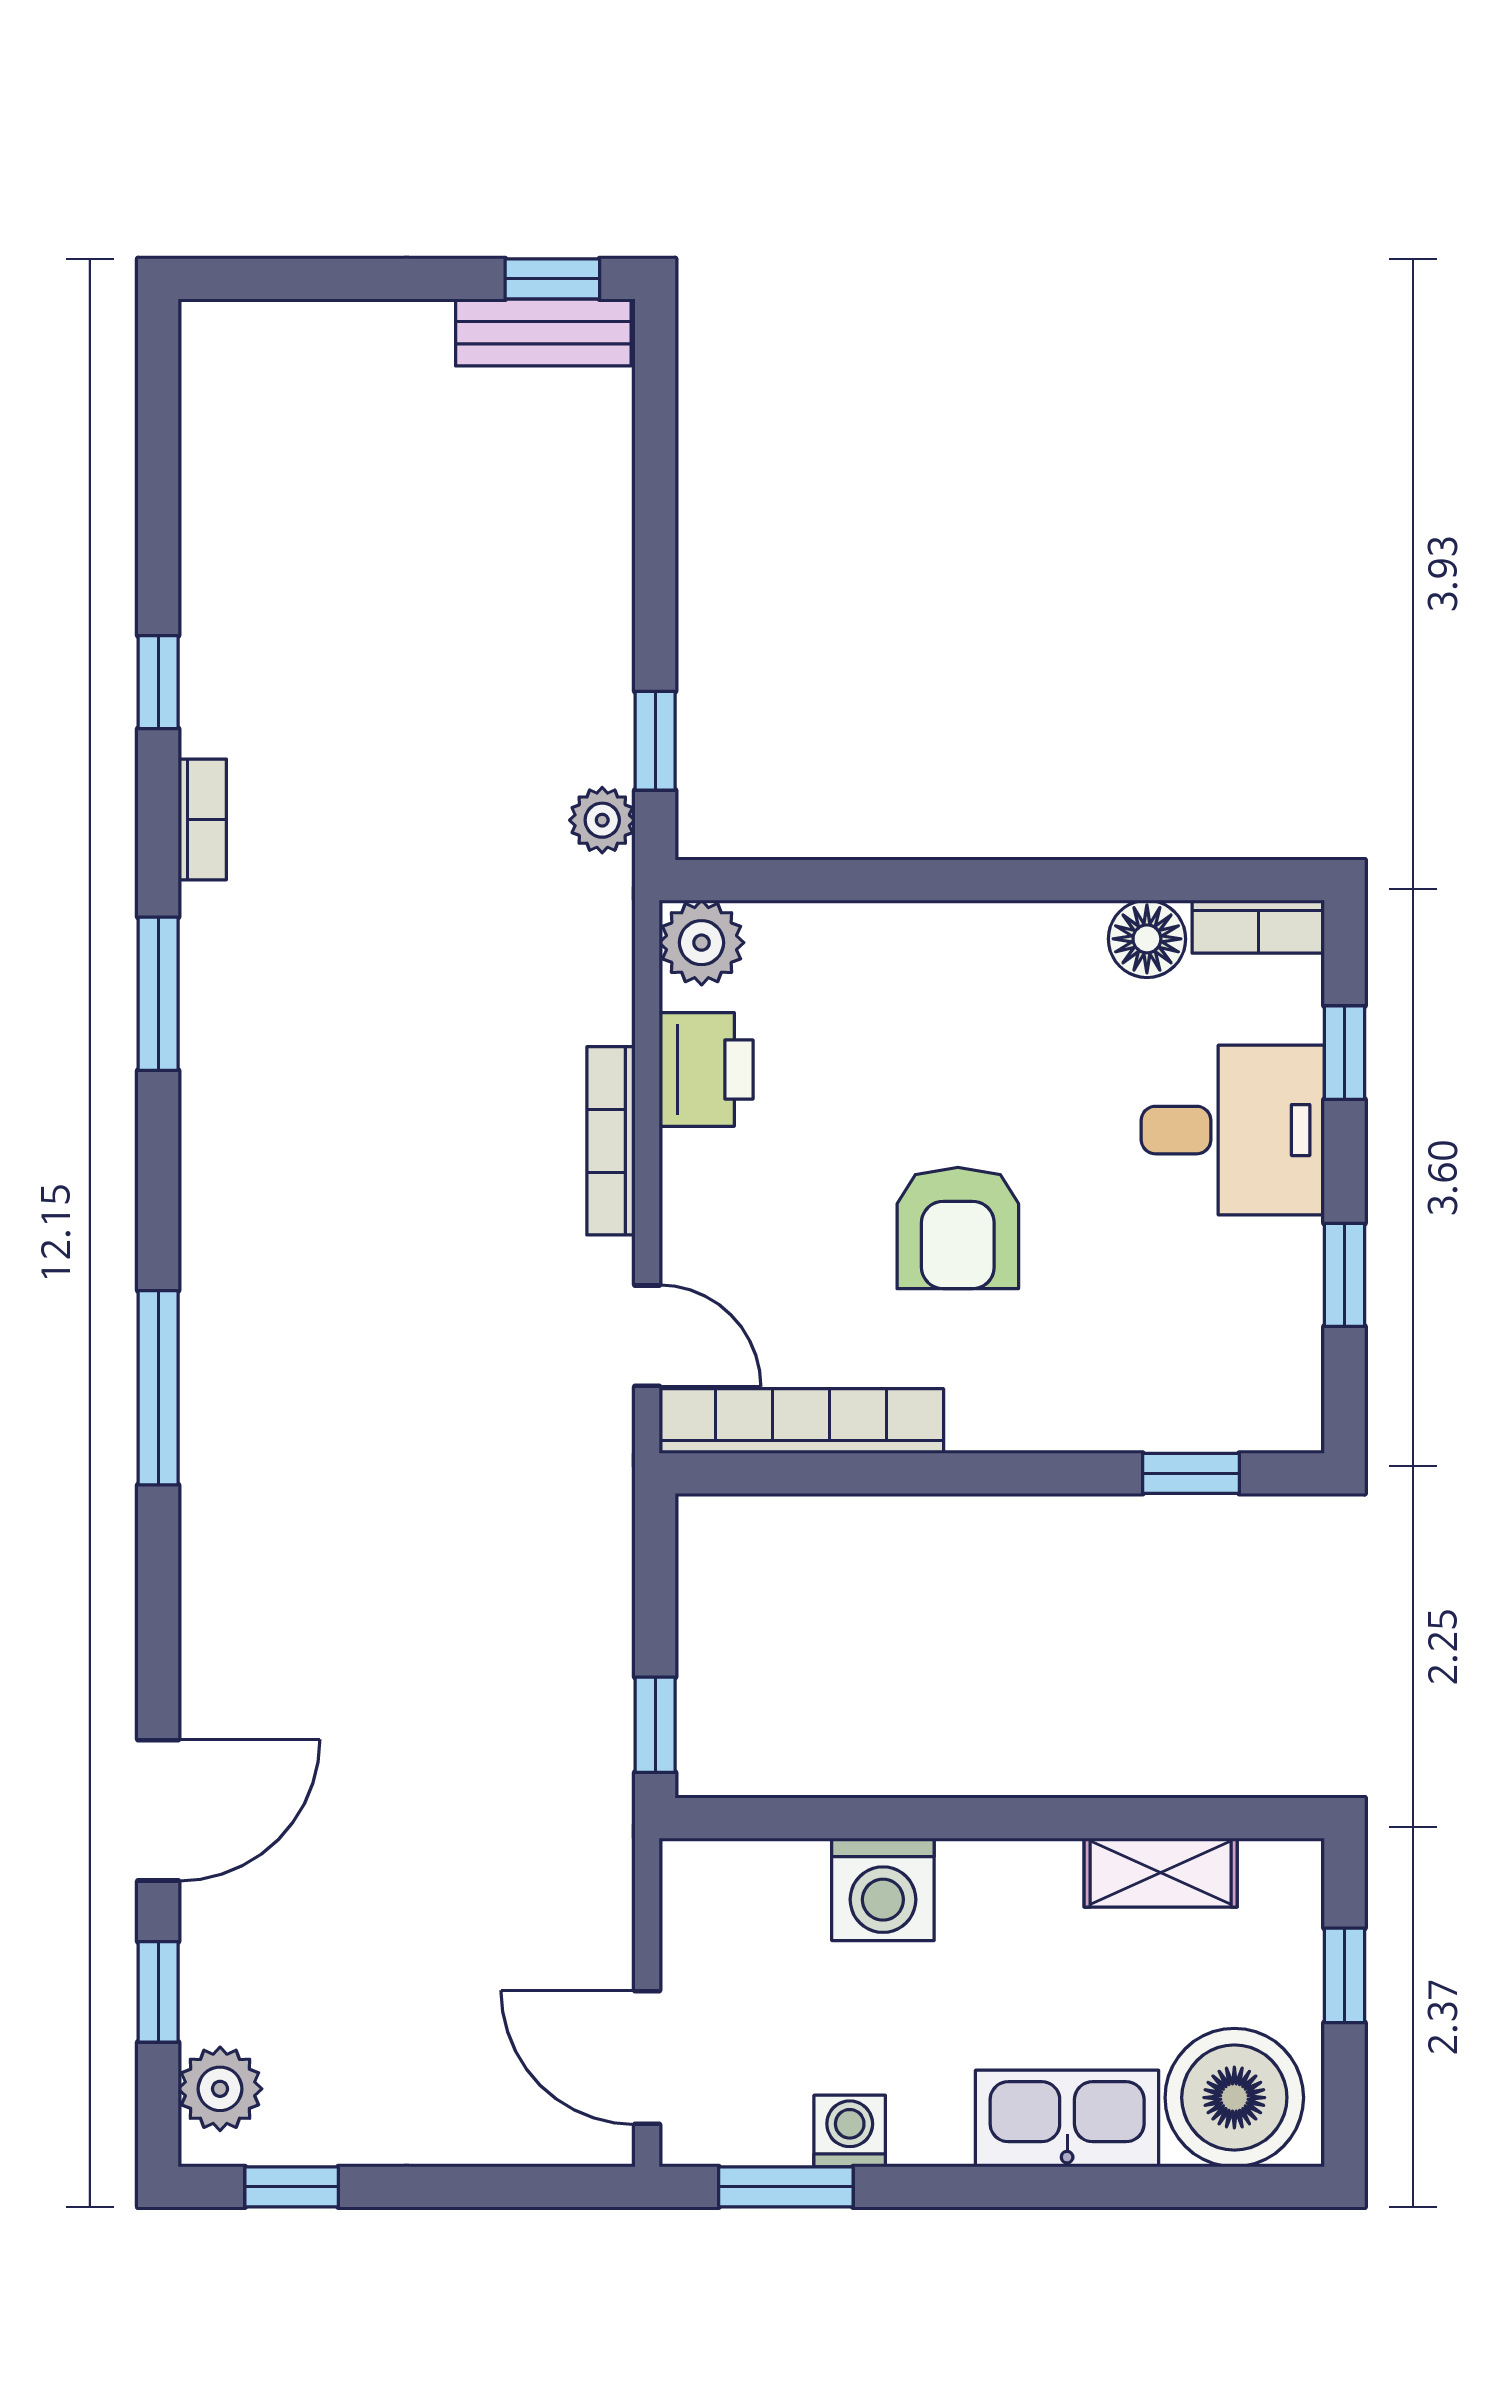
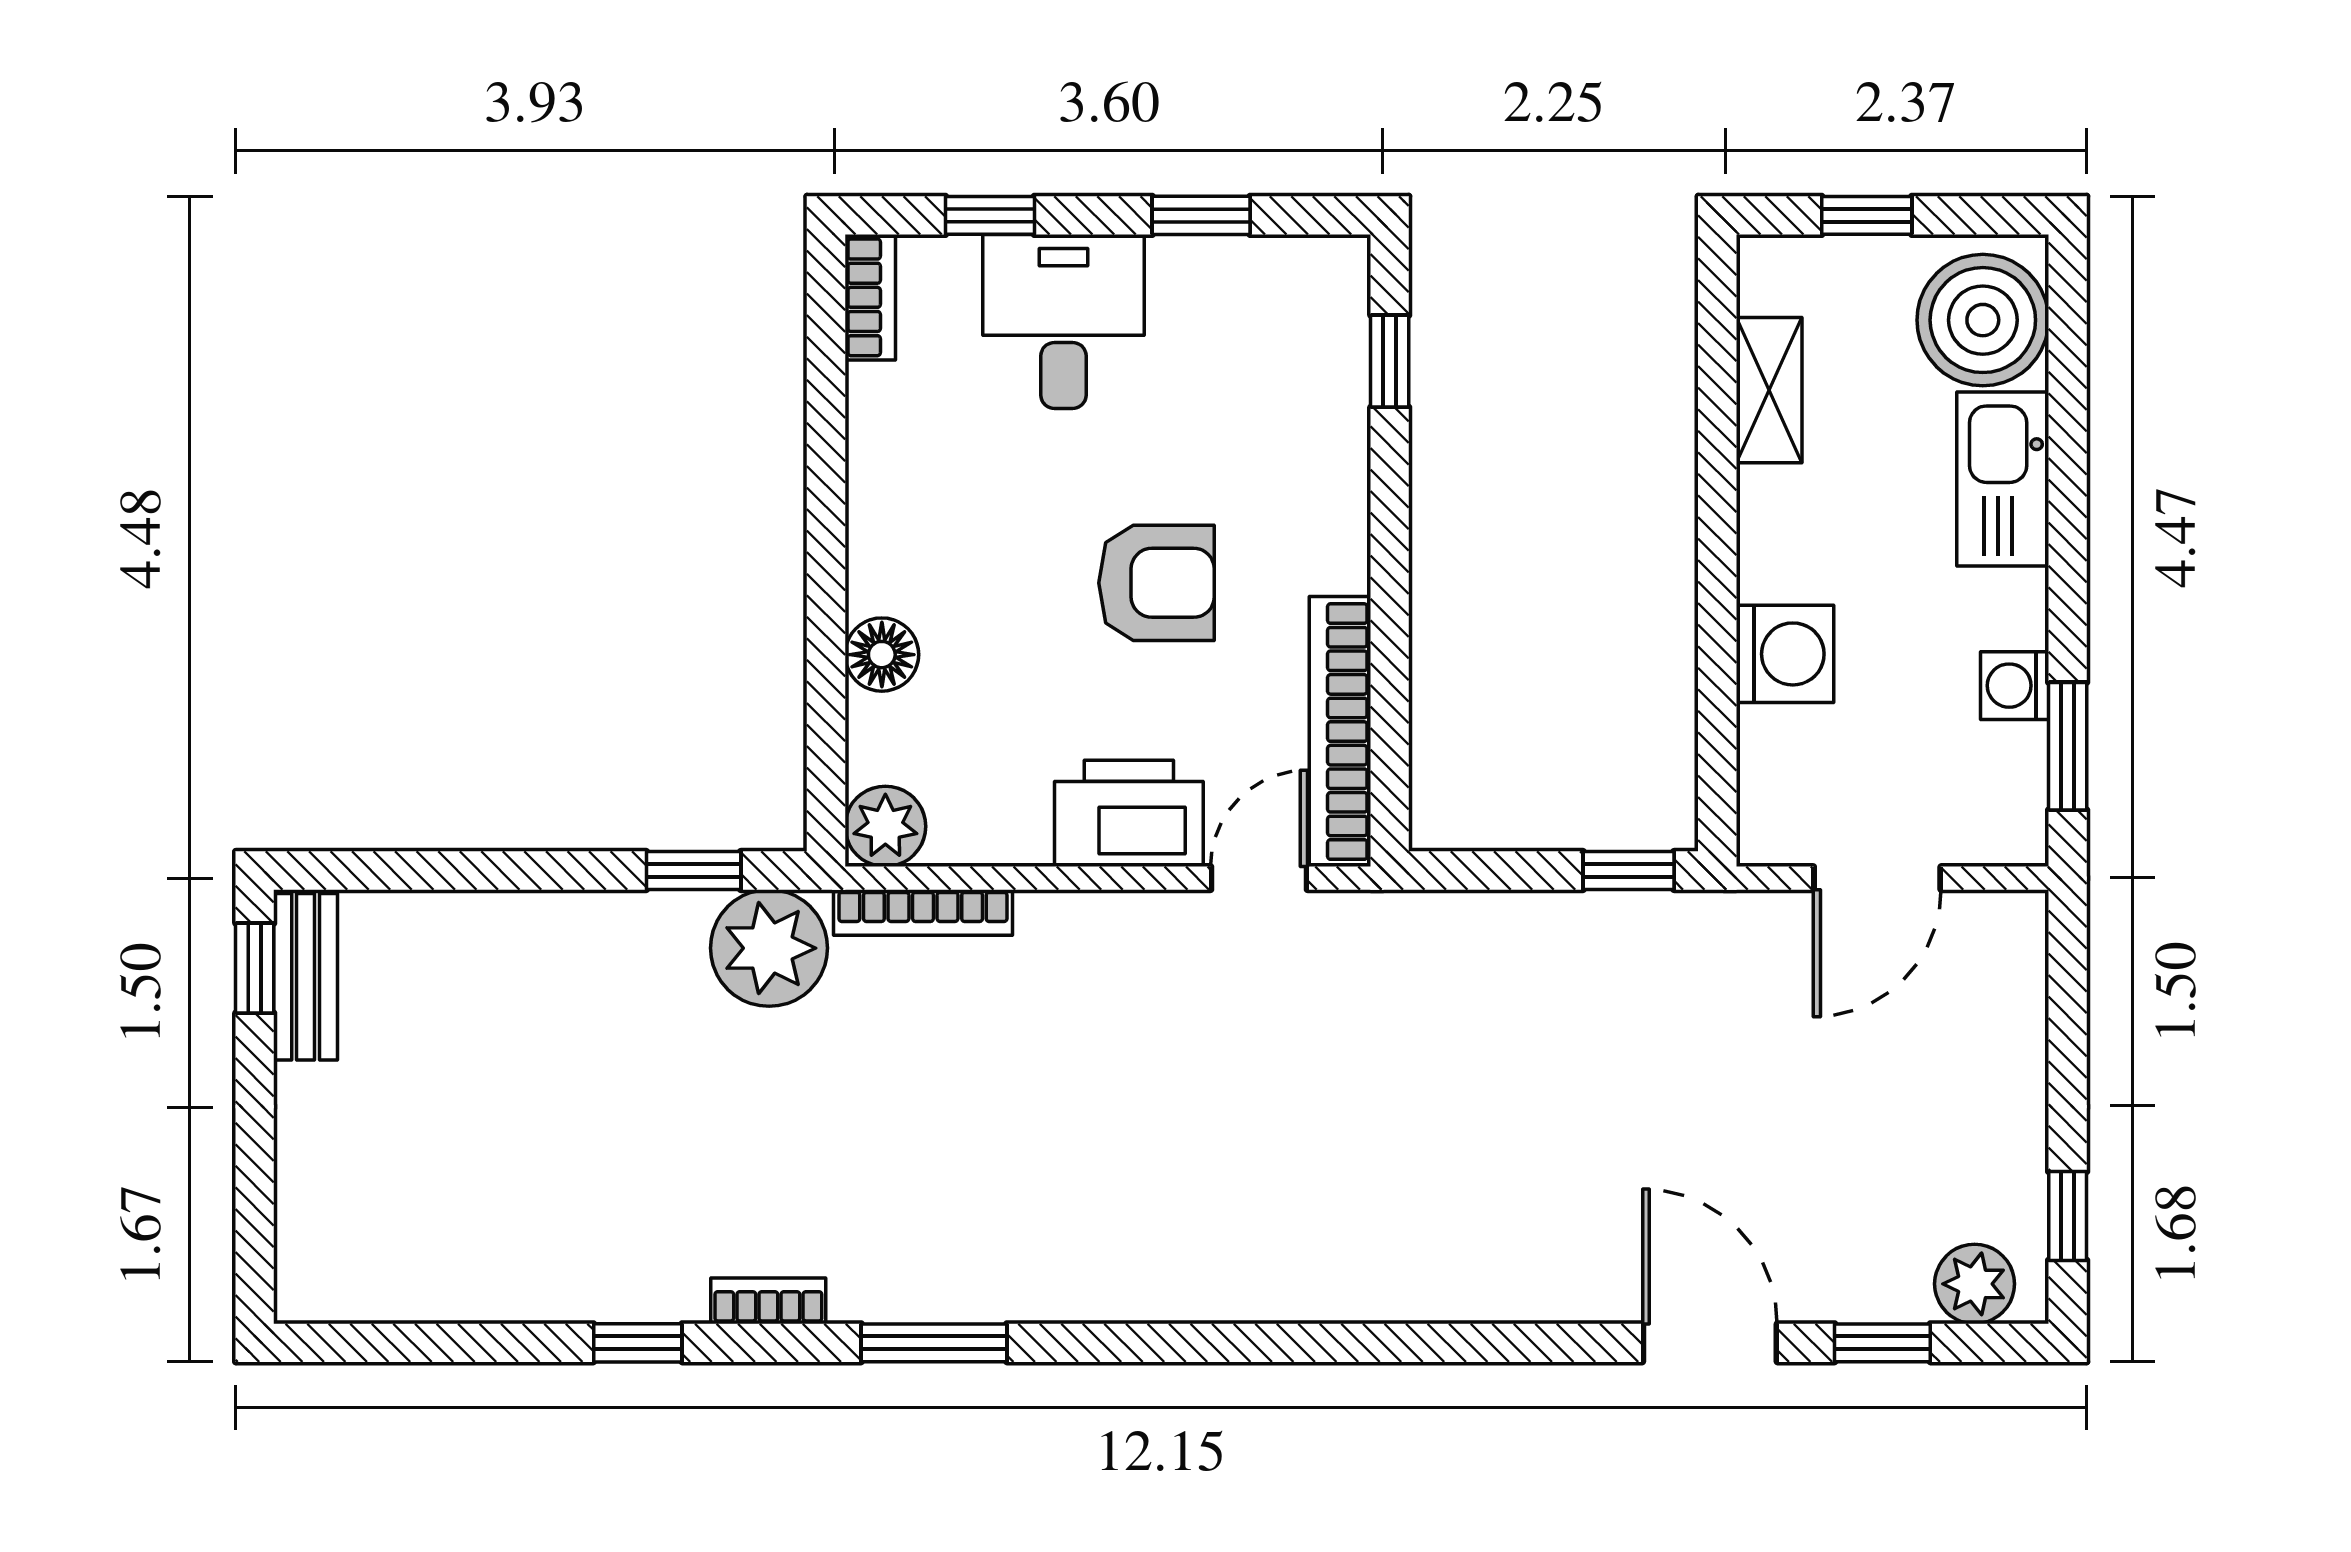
plant: (602, 820) -> (769, 948), width x1.88, depth x1.88
floor lamp: (1147, 939) -> (882, 655), moved
printer: (706, 1069) -> (1129, 813), moved, width x1.37, depth x1.19
bookcase: (611, 1141) -> (923, 912), moved
window: (158, 1388) -> (1308, 1343), removed
door: (647, 2058) -> (1877, 878), moved

